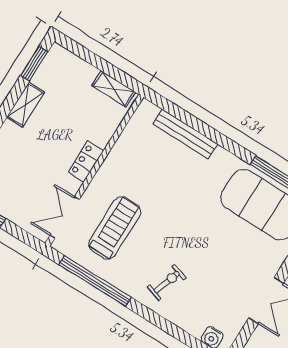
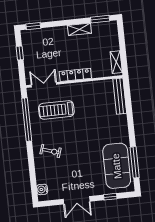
bench: (185, 134) -> (120, 96), moved
locker: (86, 161) -> (75, 75), width x1.53
treadmill: (115, 228) -> (56, 110), turned 180

